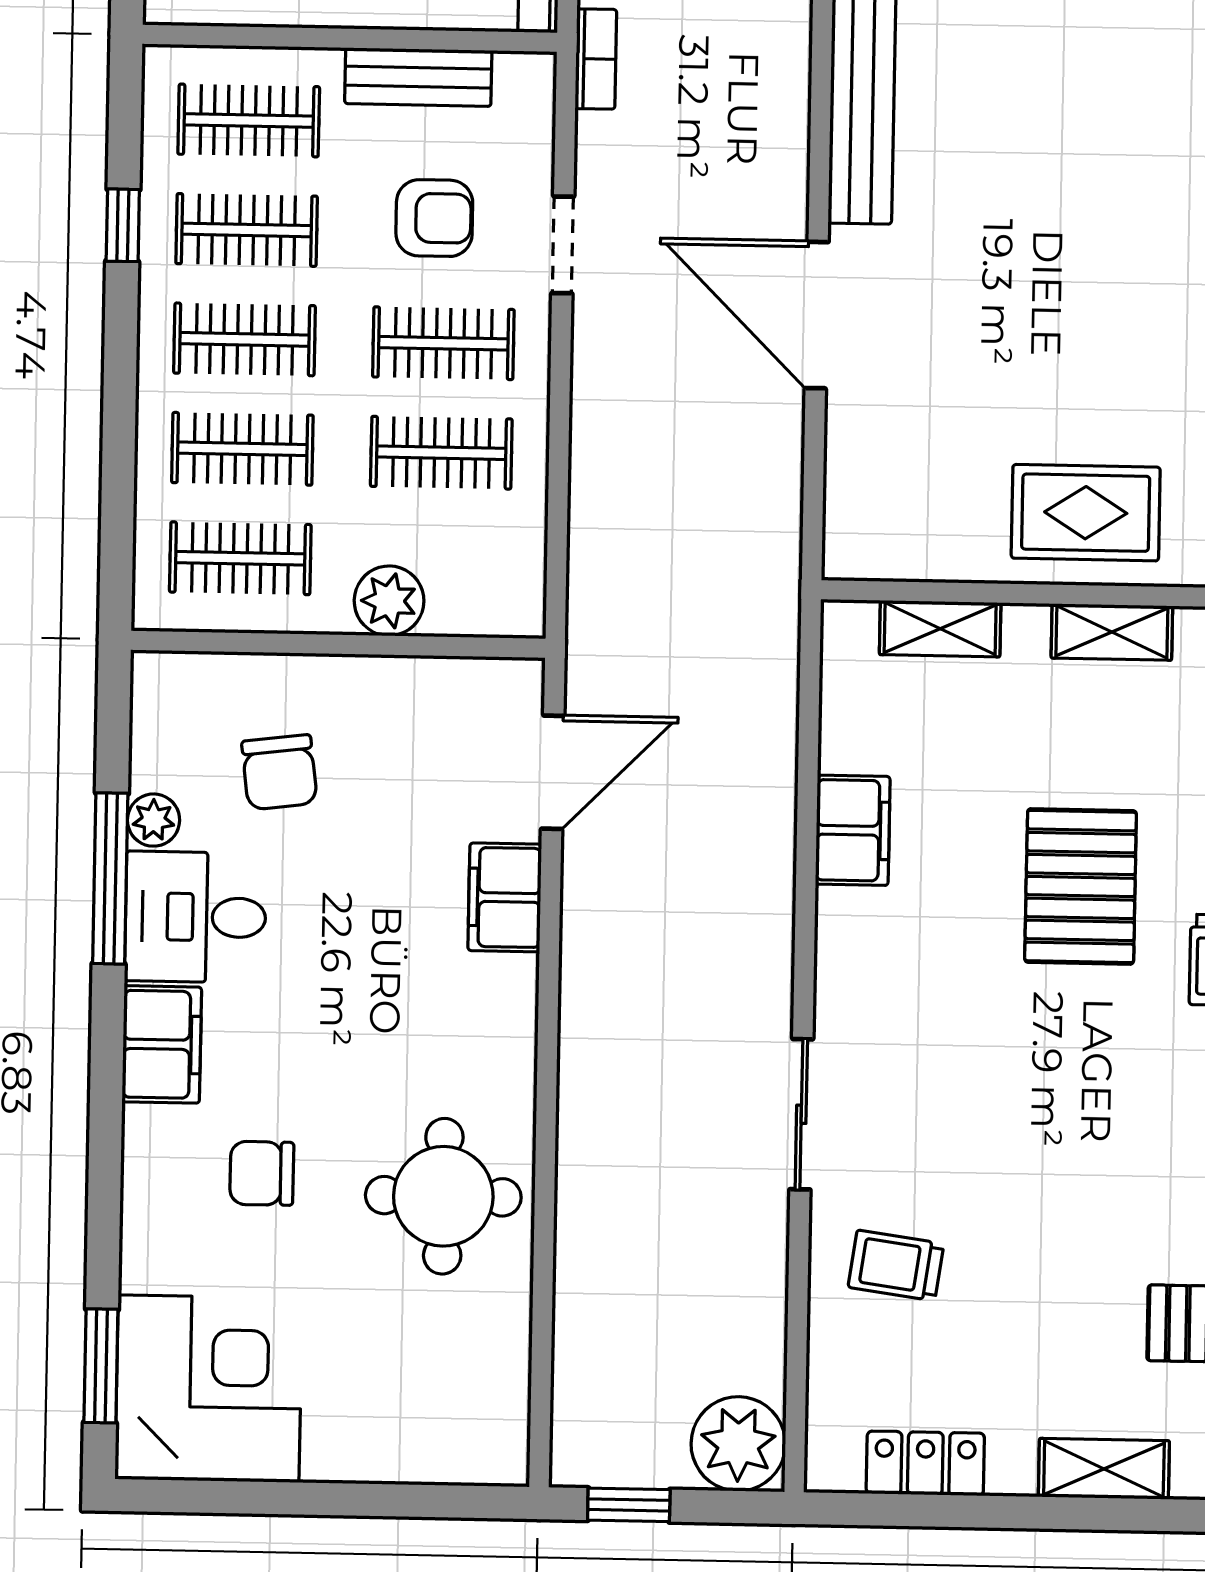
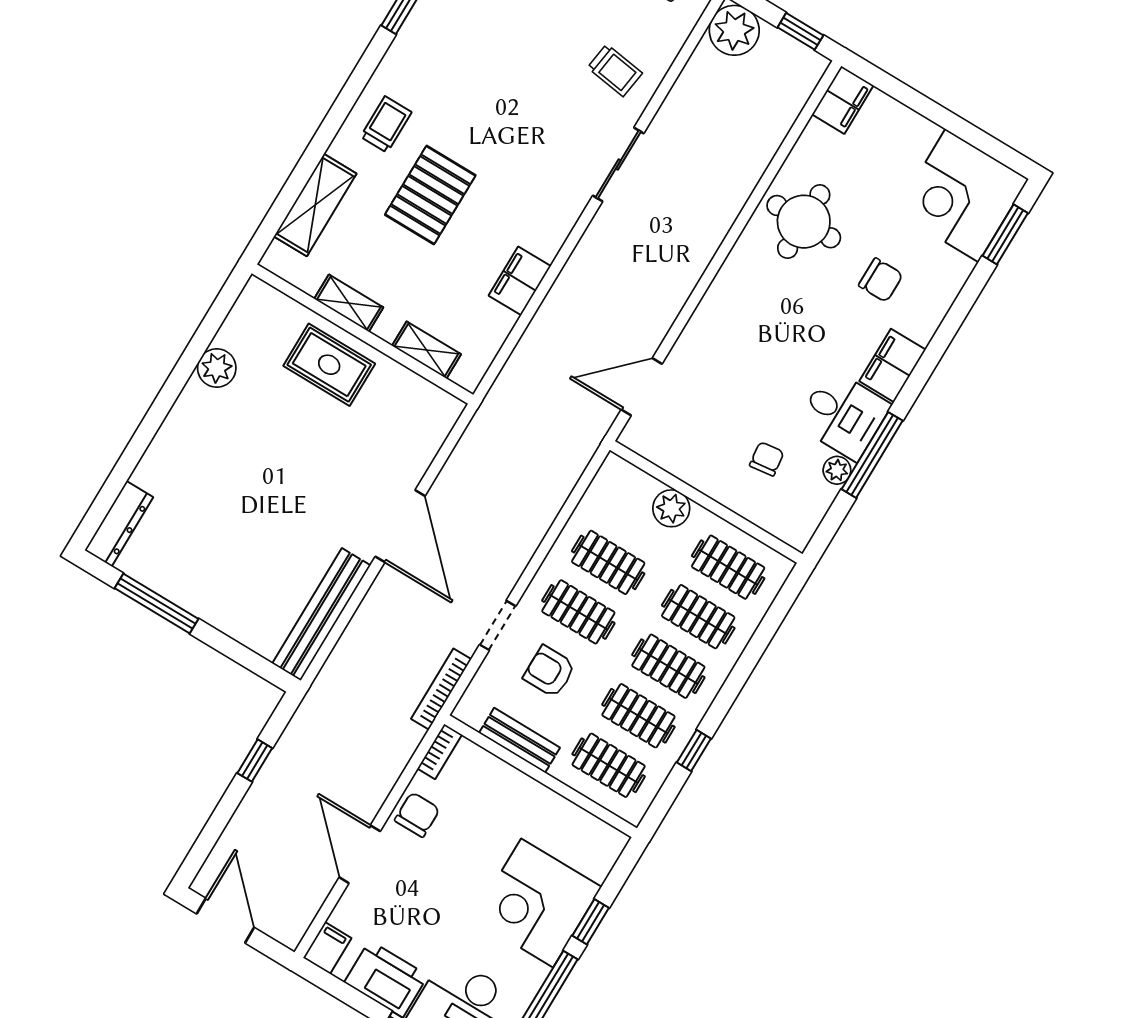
bookcase: (596, 59) -> (441, 689), width x1.56
chair: (279, 772) -> (767, 459), width x0.73, depth x0.73
filing cabinet: (505, 897) -> (843, 100), moved

